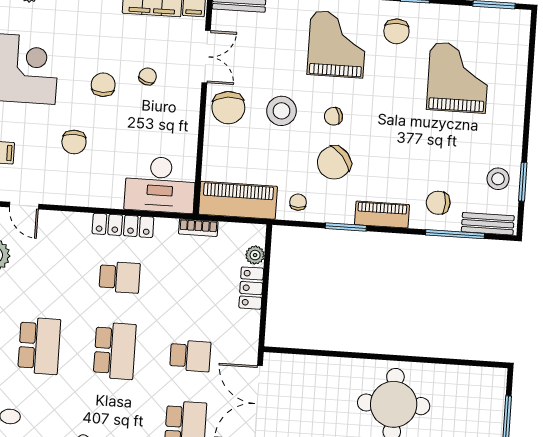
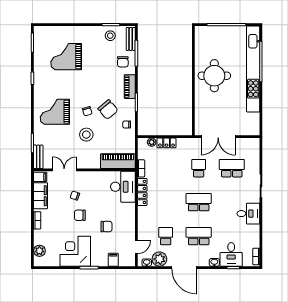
chair: (396, 31) -> (47, 86), removed
chair: (228, 108) -> (86, 158), removed
piano: (238, 200) -> (118, 161), moved, turned 90
locker: (123, 225) -> (142, 192), moved
school desk: (120, 277) -> (166, 236), moved

